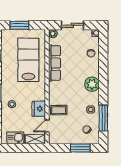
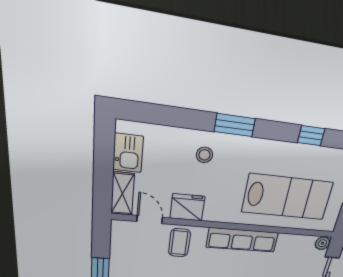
row of seats: (54, 63) -> (242, 240), moved

